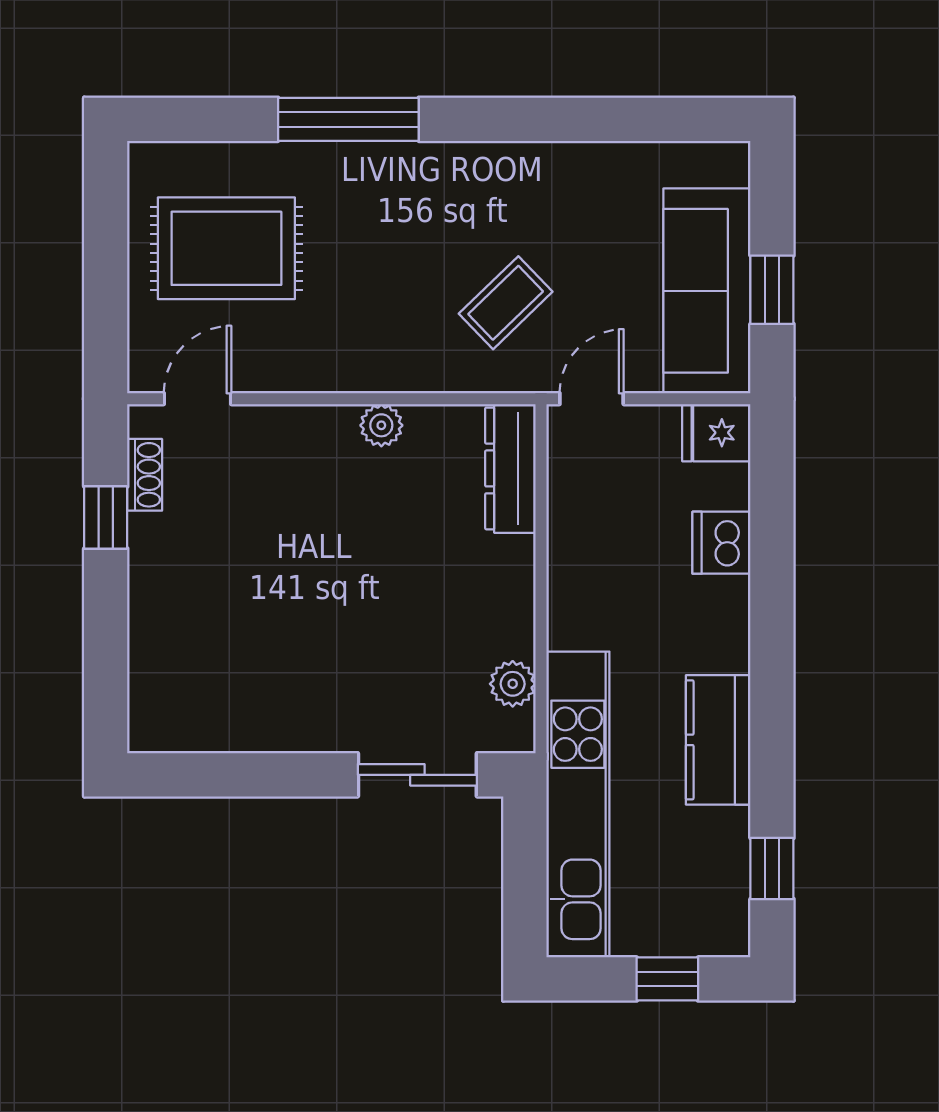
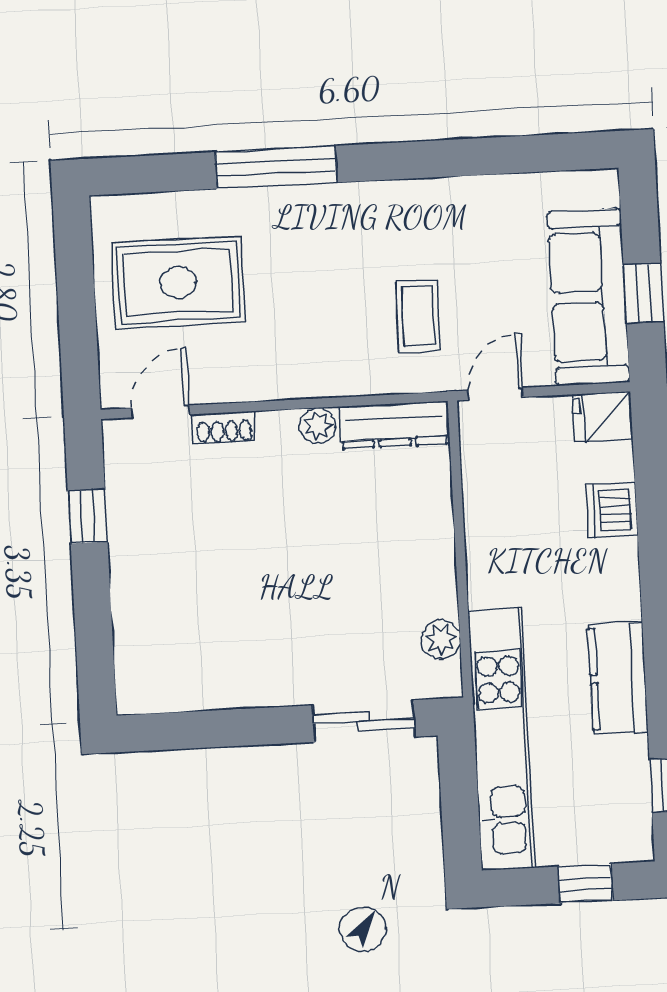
coffee table: (506, 303) -> (418, 316), turned -46
dresser: (510, 468) -> (394, 425), moved, turned -90
shoe rack: (145, 475) -> (224, 427), moved, turned 90

